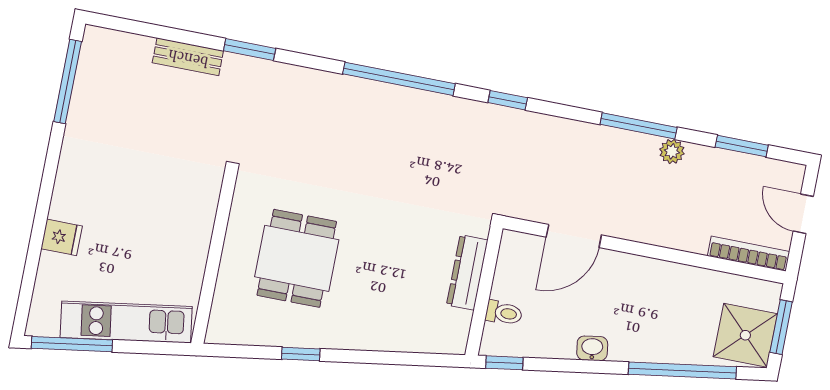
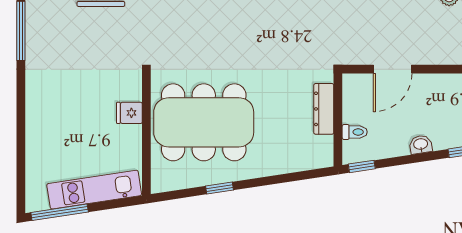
fridge: (62, 237) -> (129, 113), moved, turned 180
dining table: (297, 258) -> (204, 122), width x1.88, depth x1.24

